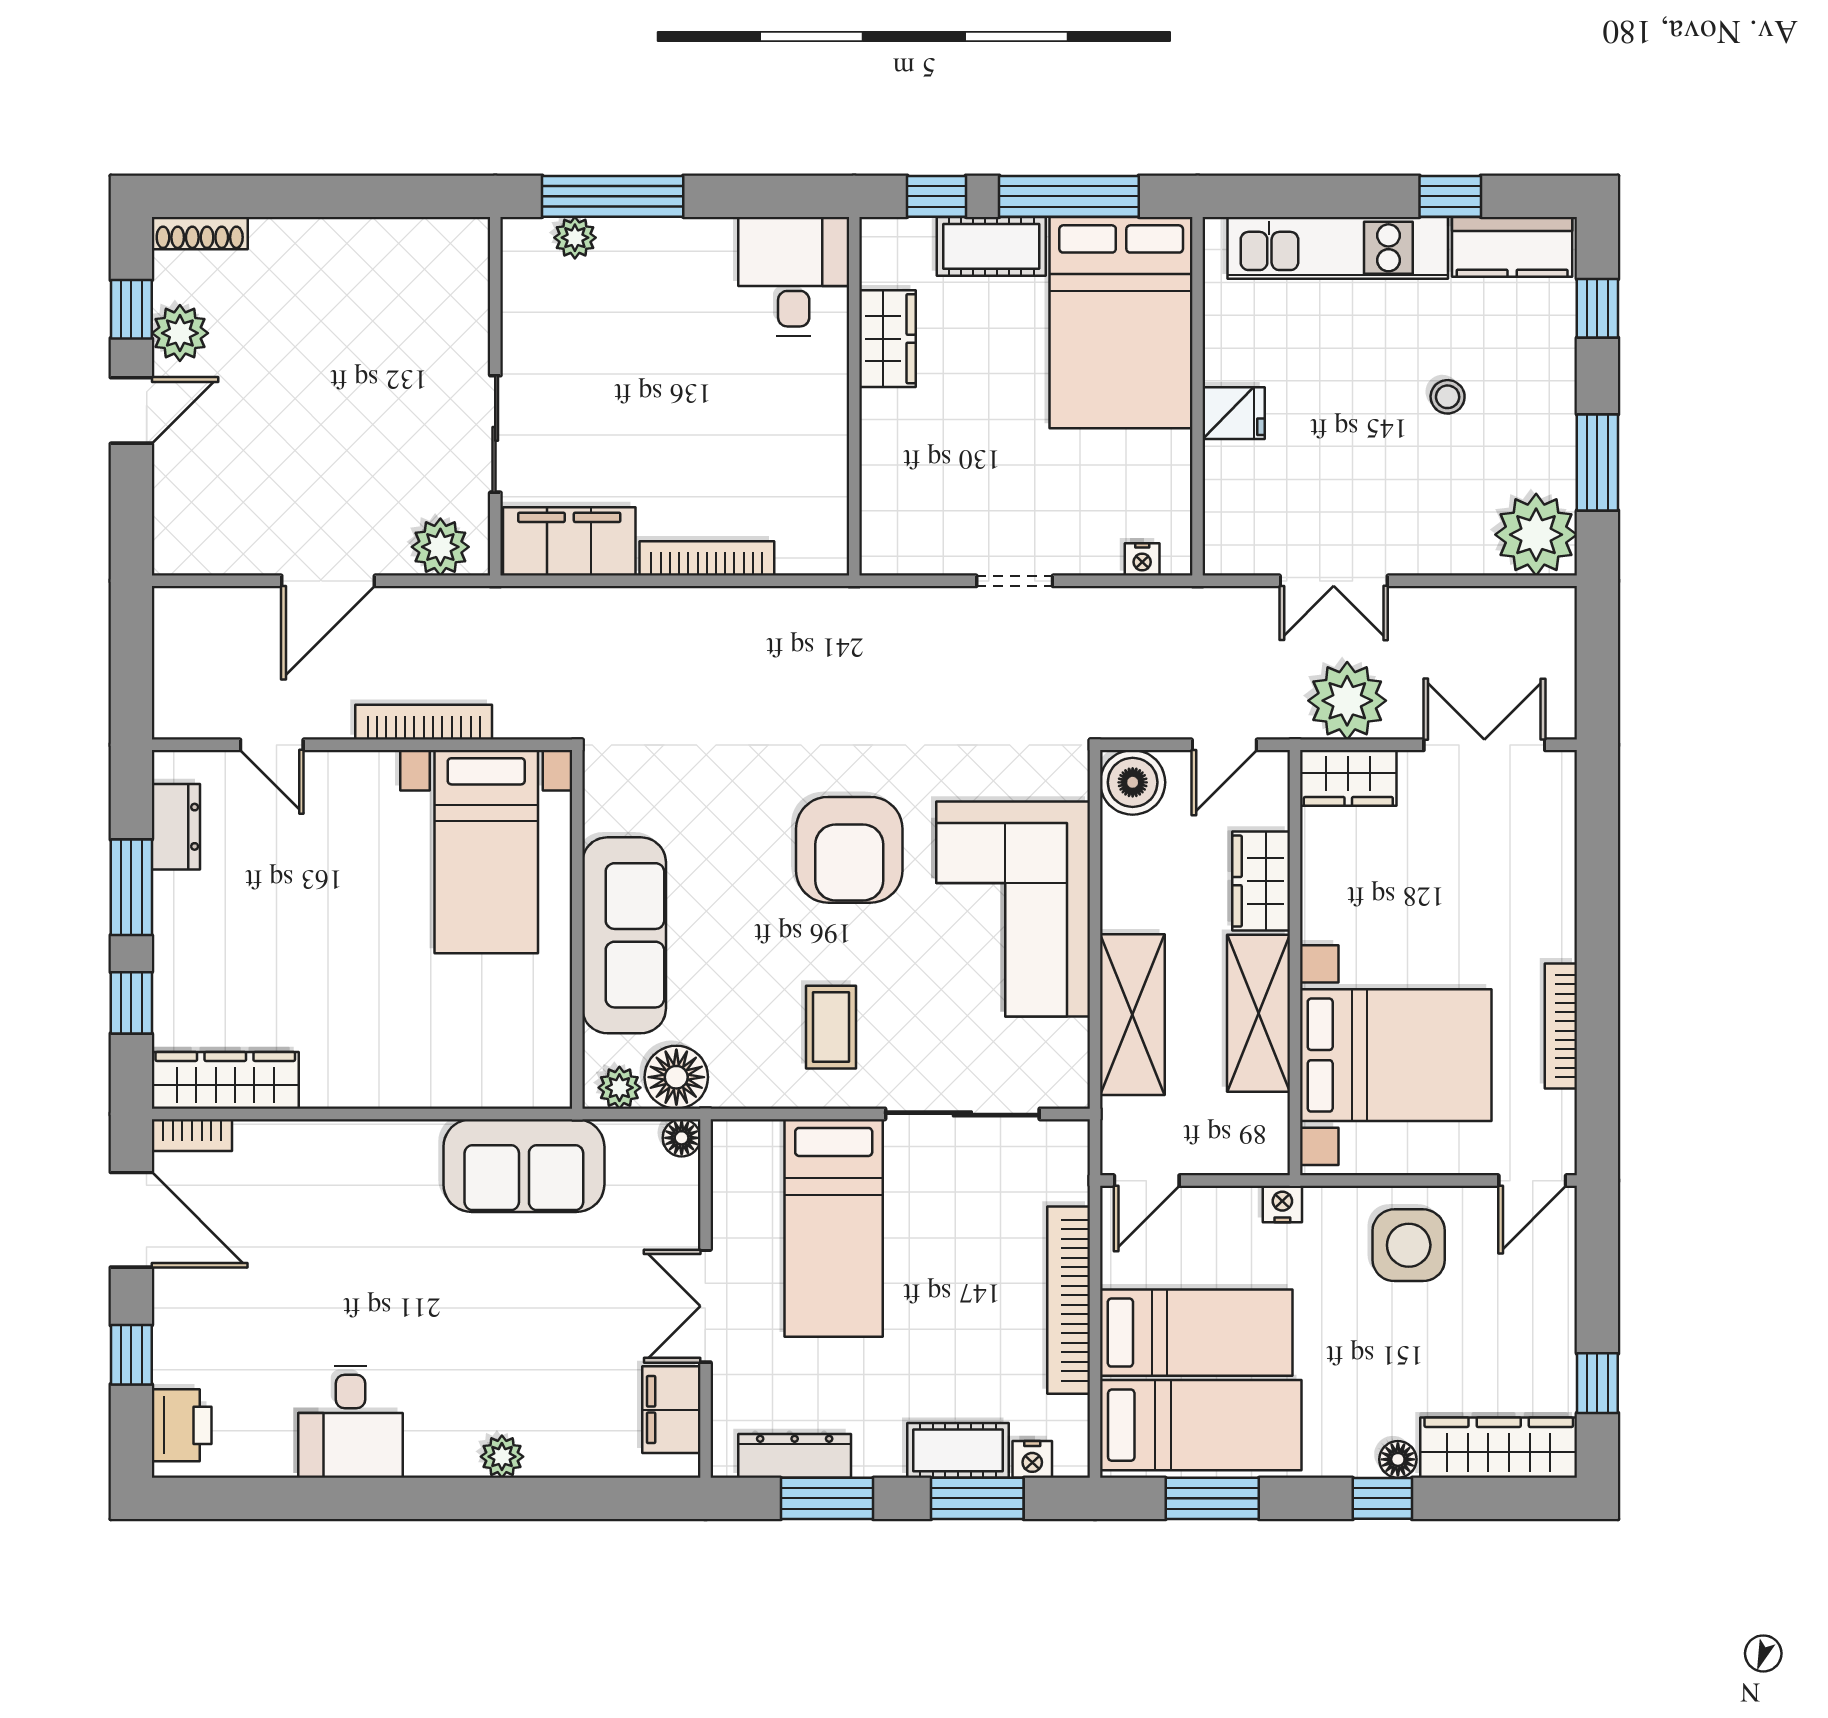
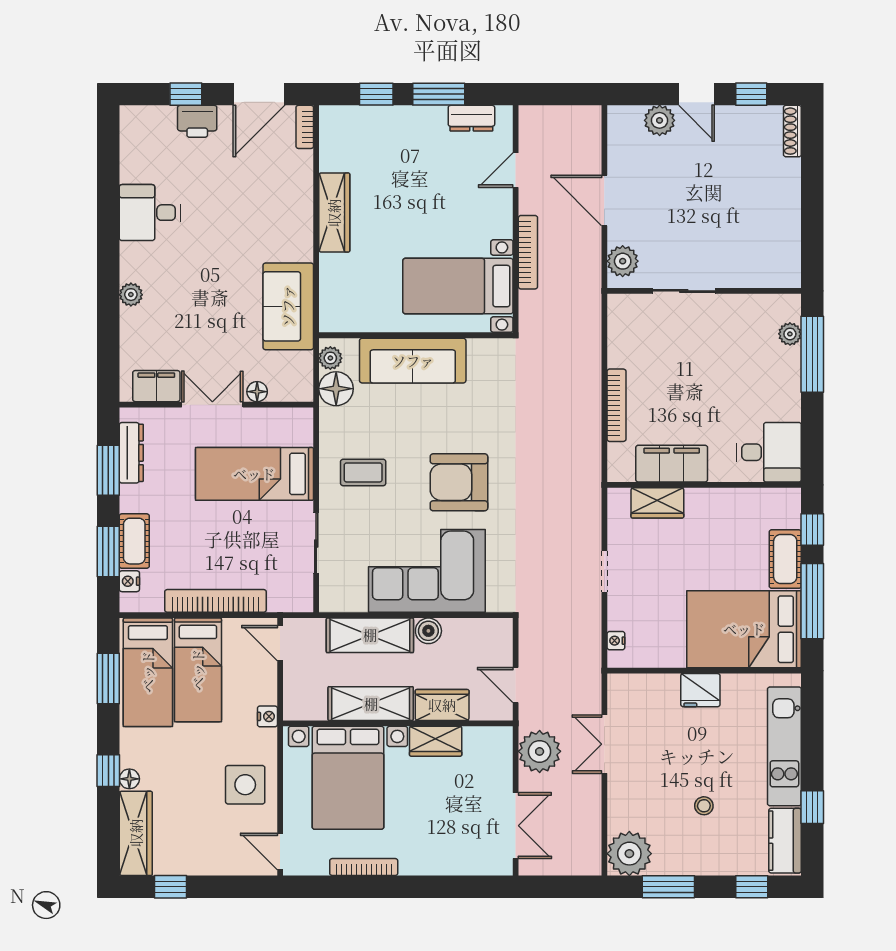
plant: (180, 333) -> (660, 120), moved
wardrobe: (887, 339) -> (657, 503), moved
fridge: (1234, 413) -> (700, 690), width x1.38
filing cabinet: (569, 541) -> (672, 464), moved, turned -90
wardrobe: (1348, 778) -> (436, 741), moved, turned -90
boiler: (1133, 782) -> (428, 631), moved, width x0.73, depth x0.73
wardrobe: (225, 1080) -> (334, 213), moved
sliding door: (962, 1114) -> (316, 543), width x0.73
floor lamp: (682, 1138) -> (257, 392), moved
printer: (182, 1425) -> (197, 121), moved

